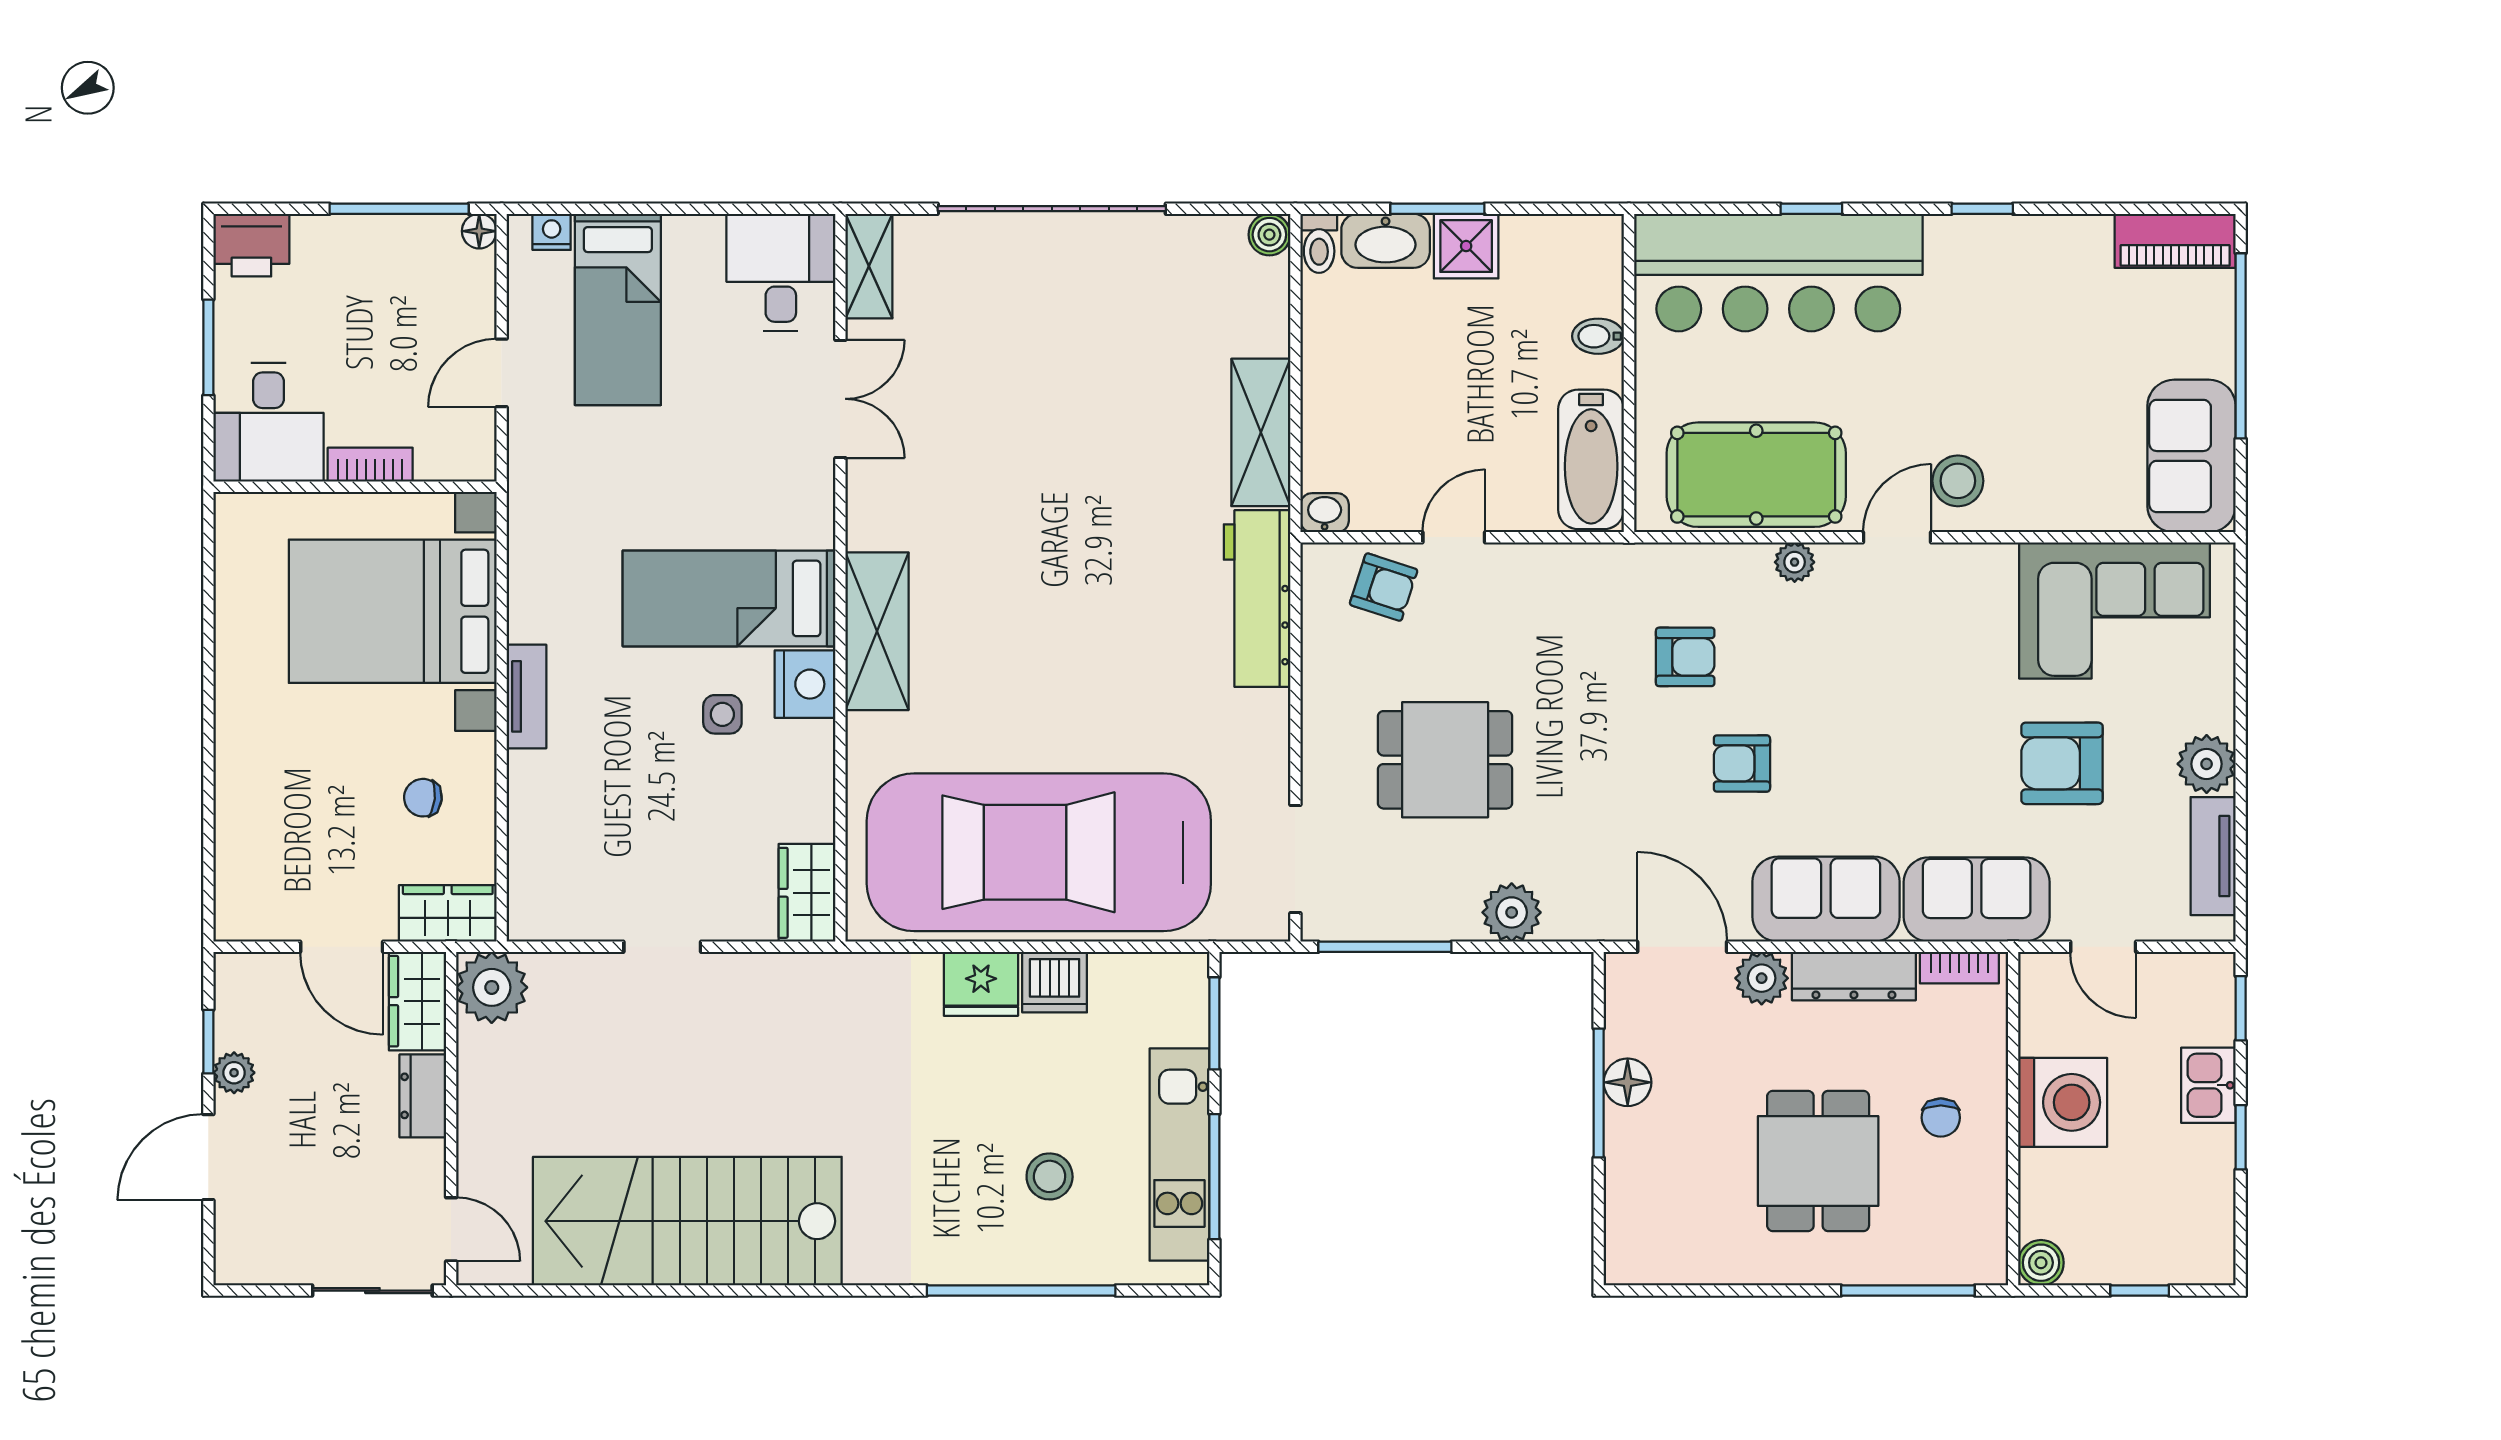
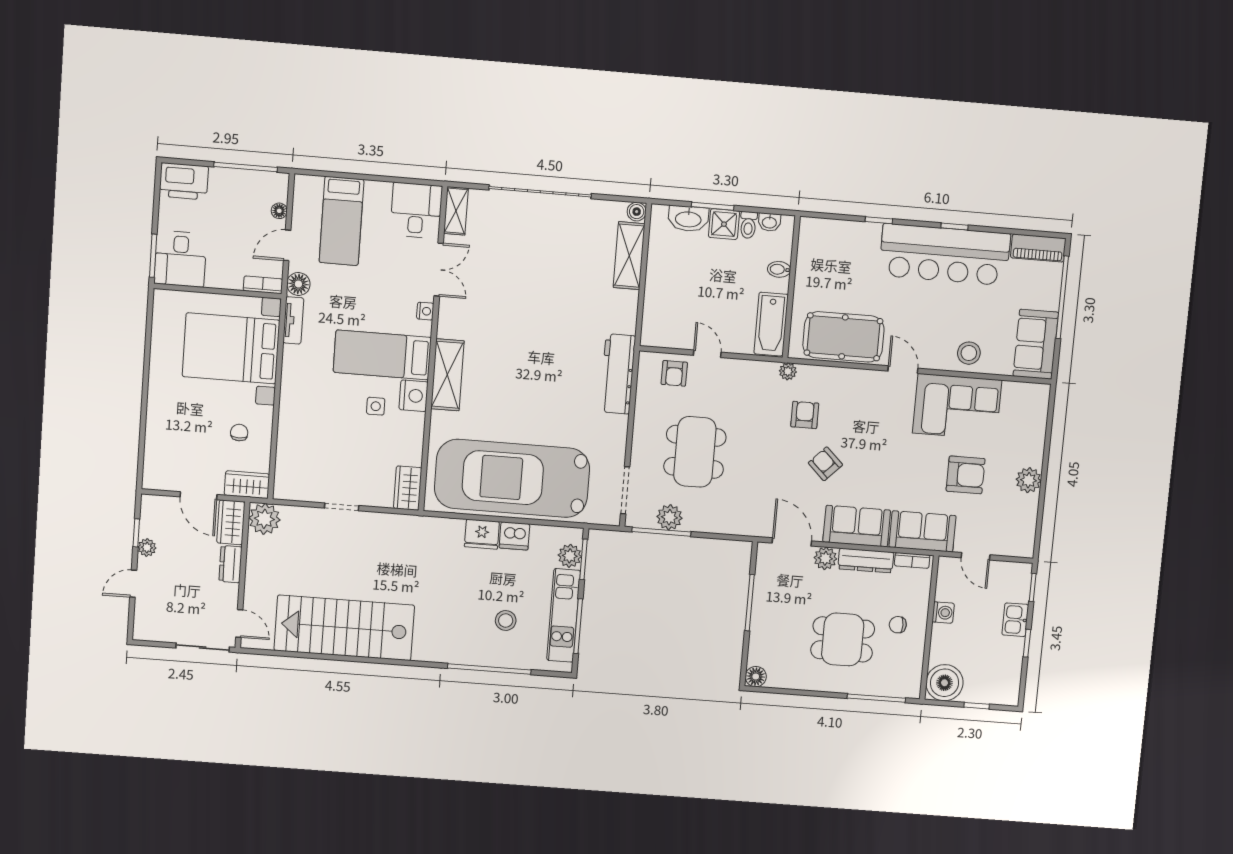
floor lamp: (479, 231) -> (279, 211), moved
nightstand: (552, 232) -> (425, 311), moved, turned 90
toilet: (1319, 243) -> (748, 225), moved
printer: (251, 245) -> (184, 181), width x1.37, depth x1.19
bar counter: (1778, 273) -> (945, 254), moved
window: (208, 347) -> (153, 256), moved
shelving: (1261, 432) -> (629, 256), moved
floor lamp: (532, 456) -> (298, 284), added
bookcase: (370, 465) -> (263, 285), moved
stool: (1958, 481) -> (969, 353), moved
washbasin: (1325, 513) -> (769, 222), moved, turned 180
door: (1454, 537) -> (707, 354), hinge flipped
door: (1897, 537) -> (903, 370), hinge flipped
plant: (1795, 562) -> (788, 371), moved
armchair: (1384, 587) -> (674, 373), turned 72
corner sofa: (2115, 610) -> (957, 407), moved
armchair: (1685, 657) -> (805, 415), turned -90
tv unit: (526, 696) -> (293, 320), moved
dining table: (1445, 760) -> (695, 452), width x1.38
armchair: (1742, 763) -> (825, 464), turned 44
armchair: (2062, 763) -> (966, 475), turned 180
chair: (423, 798) -> (239, 433), turned 84
tv unit: (2213, 856) -> (1027, 521), removed
plant: (1512, 912) -> (669, 517), moved
plant: (1183, 1018) -> (570, 556), added
floor lamp: (1628, 1082) -> (756, 677), moved
washing machine: (2063, 1102) -> (943, 613), width x0.53, depth x0.53
chair: (1941, 1118) -> (898, 625), turned 90
door: (208, 1157) -> (133, 584), width x0.73
dining table: (1818, 1161) -> (843, 639), turned 90
boiler: (2041, 1263) -> (944, 683), width x1.86, depth x1.86

